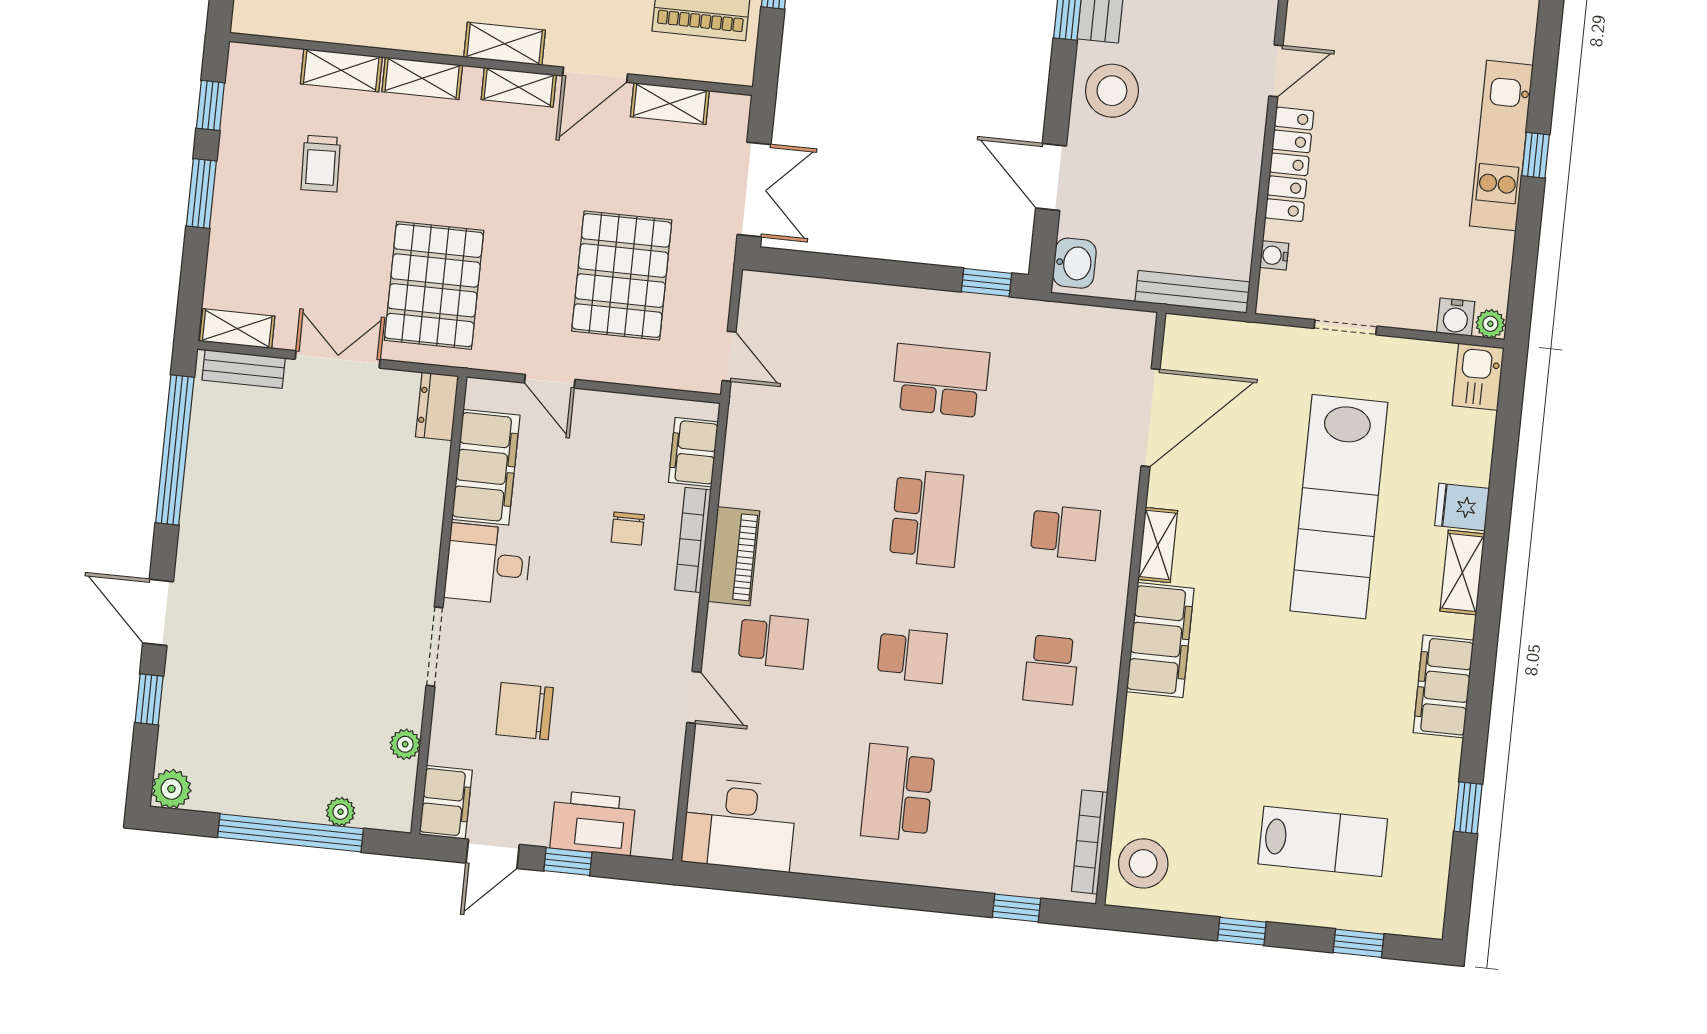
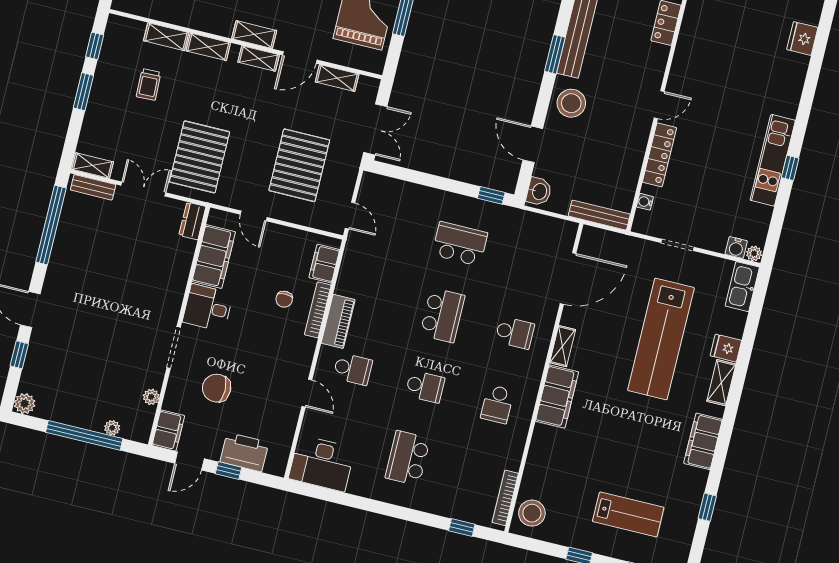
kitchen sink: (1478, 377) -> (742, 287), width x1.38

